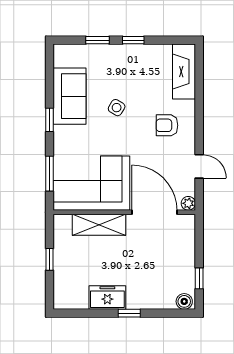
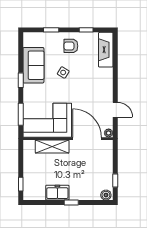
window: (133, 40) -> (86, 30), moved
armchair: (167, 125) -> (71, 46), moved
window: (50, 259) -> (21, 184), moved

